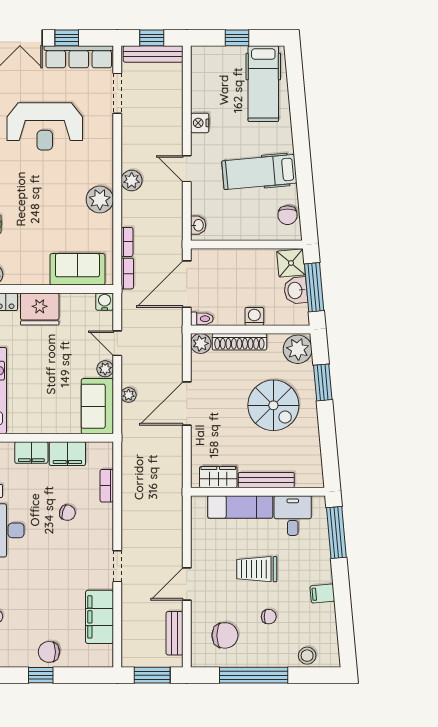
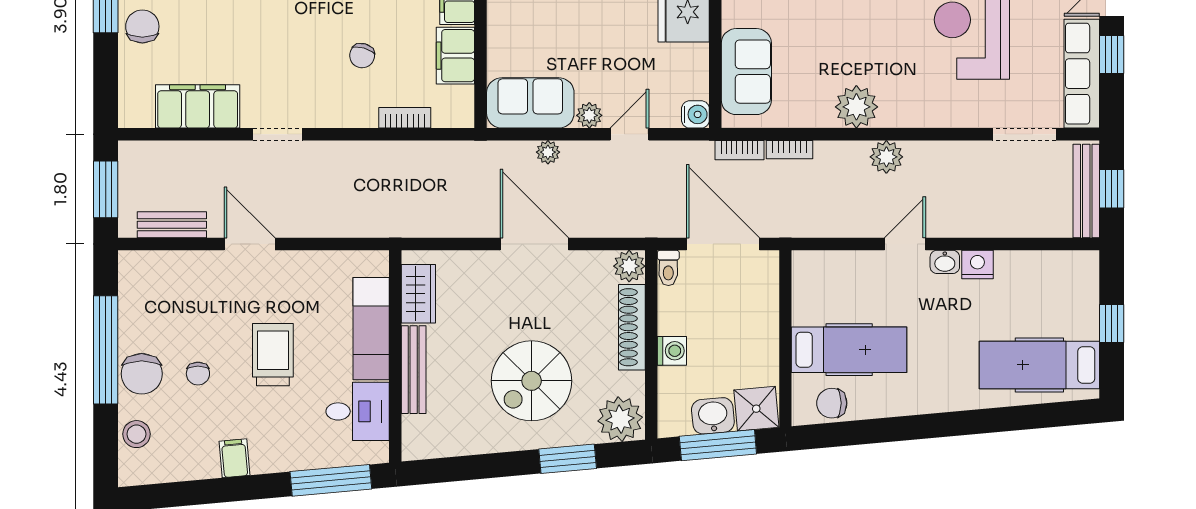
hospital bed: (259, 172) -> (849, 350), moved, turned 95
washbasin: (198, 225) -> (945, 262), moved
chair: (225, 635) -> (142, 374), moved

